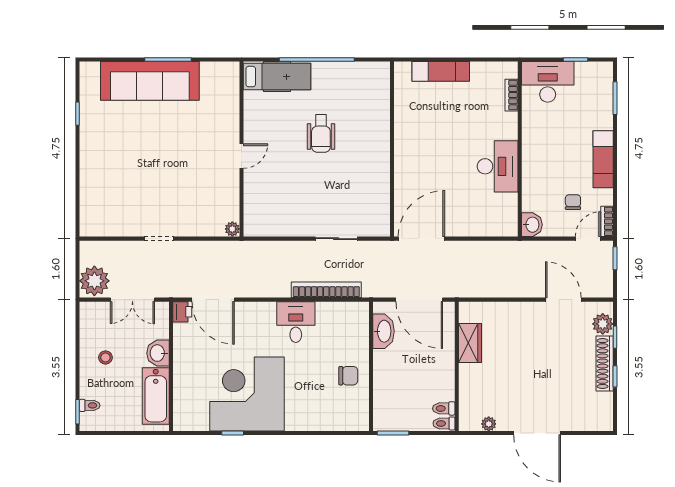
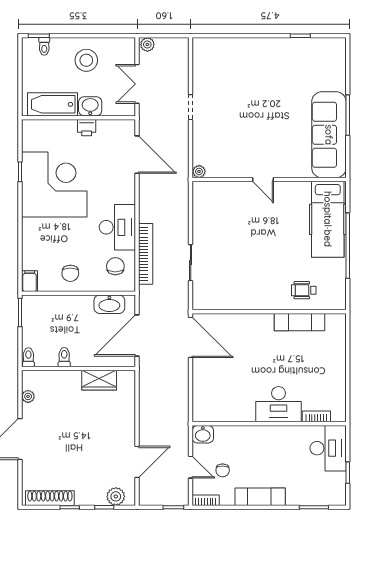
exam couch: (441, 71) -> (299, 322), moved, turned -90
hospital bed: (277, 77) -> (328, 219), width x1.37, depth x1.29
sofa: (150, 81) -> (329, 135), moved
wheelchair: (321, 134) -> (304, 290), moved, width x0.73, depth x0.73
desk: (498, 166) -> (279, 404), moved
chair: (573, 202) -> (223, 470), turned 90
door: (588, 239) -> (191, 467), moved
plant: (94, 281) -> (147, 44), width x0.53, depth x0.53
door: (213, 300) -> (137, 155), swing flipped
printer: (182, 312) -> (87, 128), moved
desk: (296, 322) -> (117, 227), width x1.37
chair: (340, 324) -> (115, 266), added
stool: (105, 357) -> (86, 60), width x1.89, depth x1.89
shoe rack: (605, 364) -> (50, 498), moved
toilet: (444, 408) -> (64, 357), moved
filing cabinet: (357, 422) -> (30, 281), added

